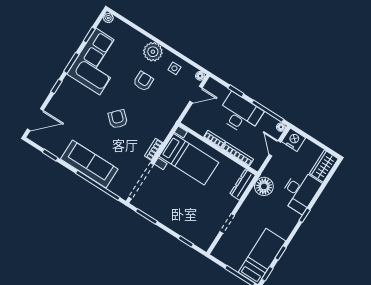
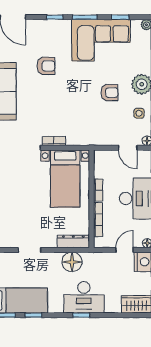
armchair: (118, 119) -> (46, 66), moved, turned 47
floor lamp: (264, 186) -> (72, 262), moved
desk: (300, 191) -> (84, 297), moved

